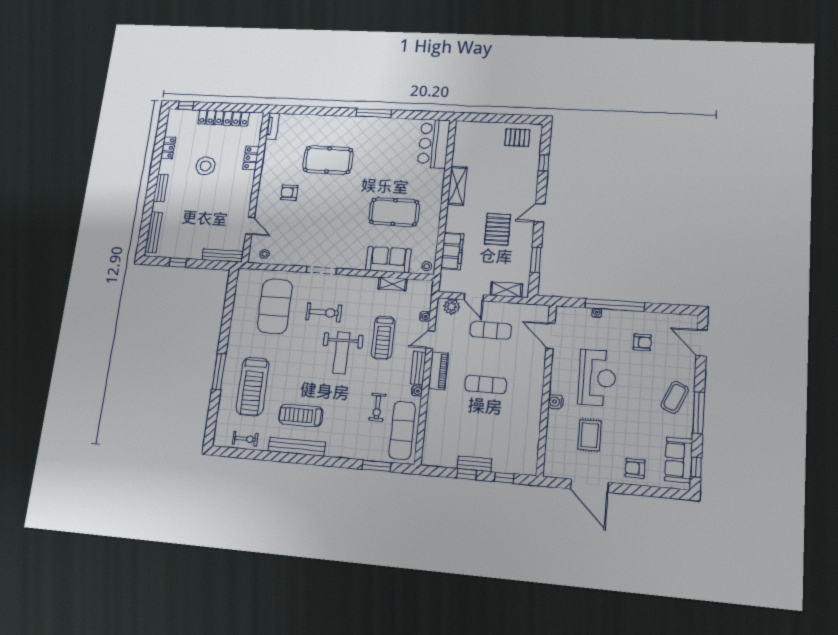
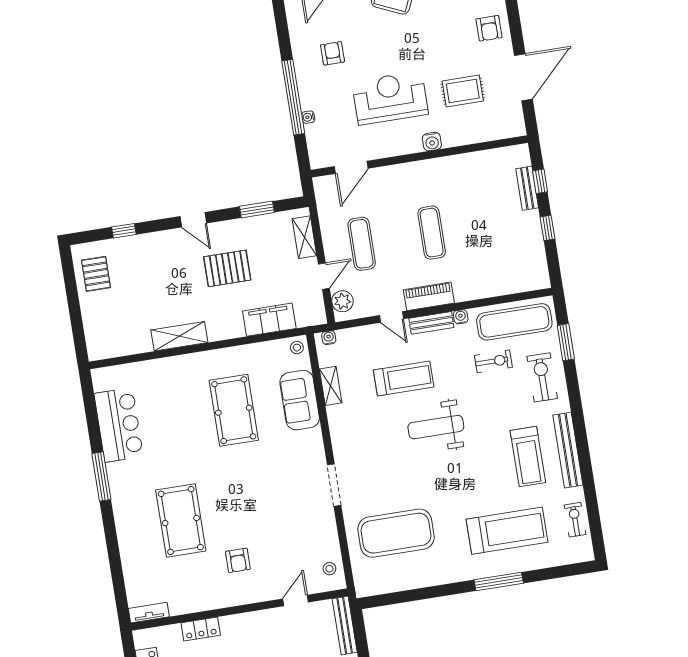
bar counter: (434, 144) -> (119, 425), moved, turned -90
exercise bike: (324, 312) -> (542, 377), moved
water cooler: (425, 316) -> (329, 338), moved
weight bench: (341, 353) -> (436, 427), turned 180
bench: (475, 464) -> (527, 188), moved

